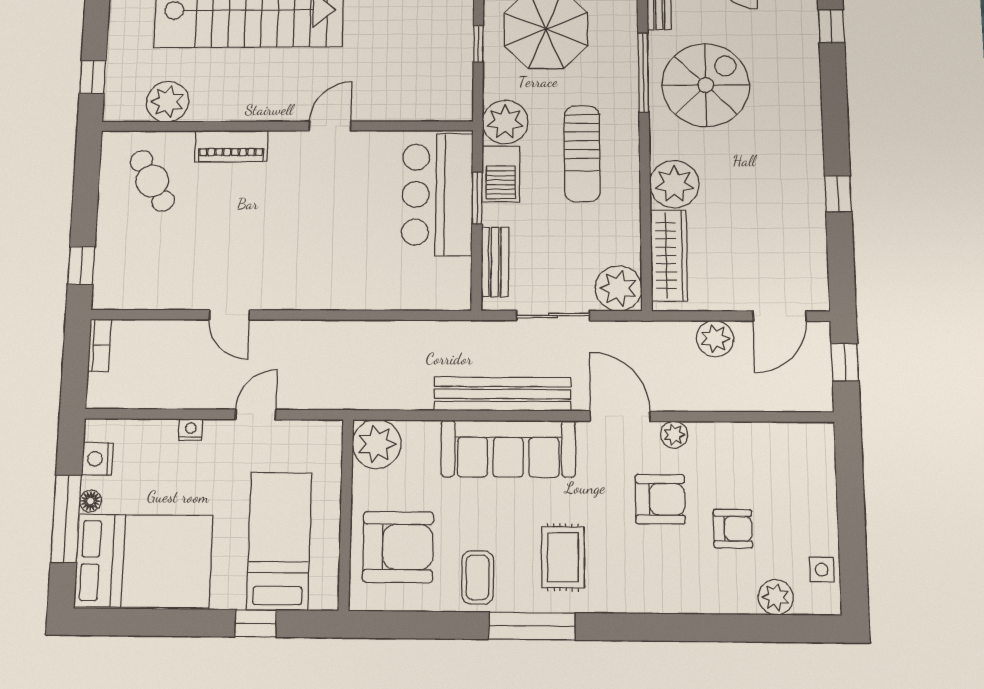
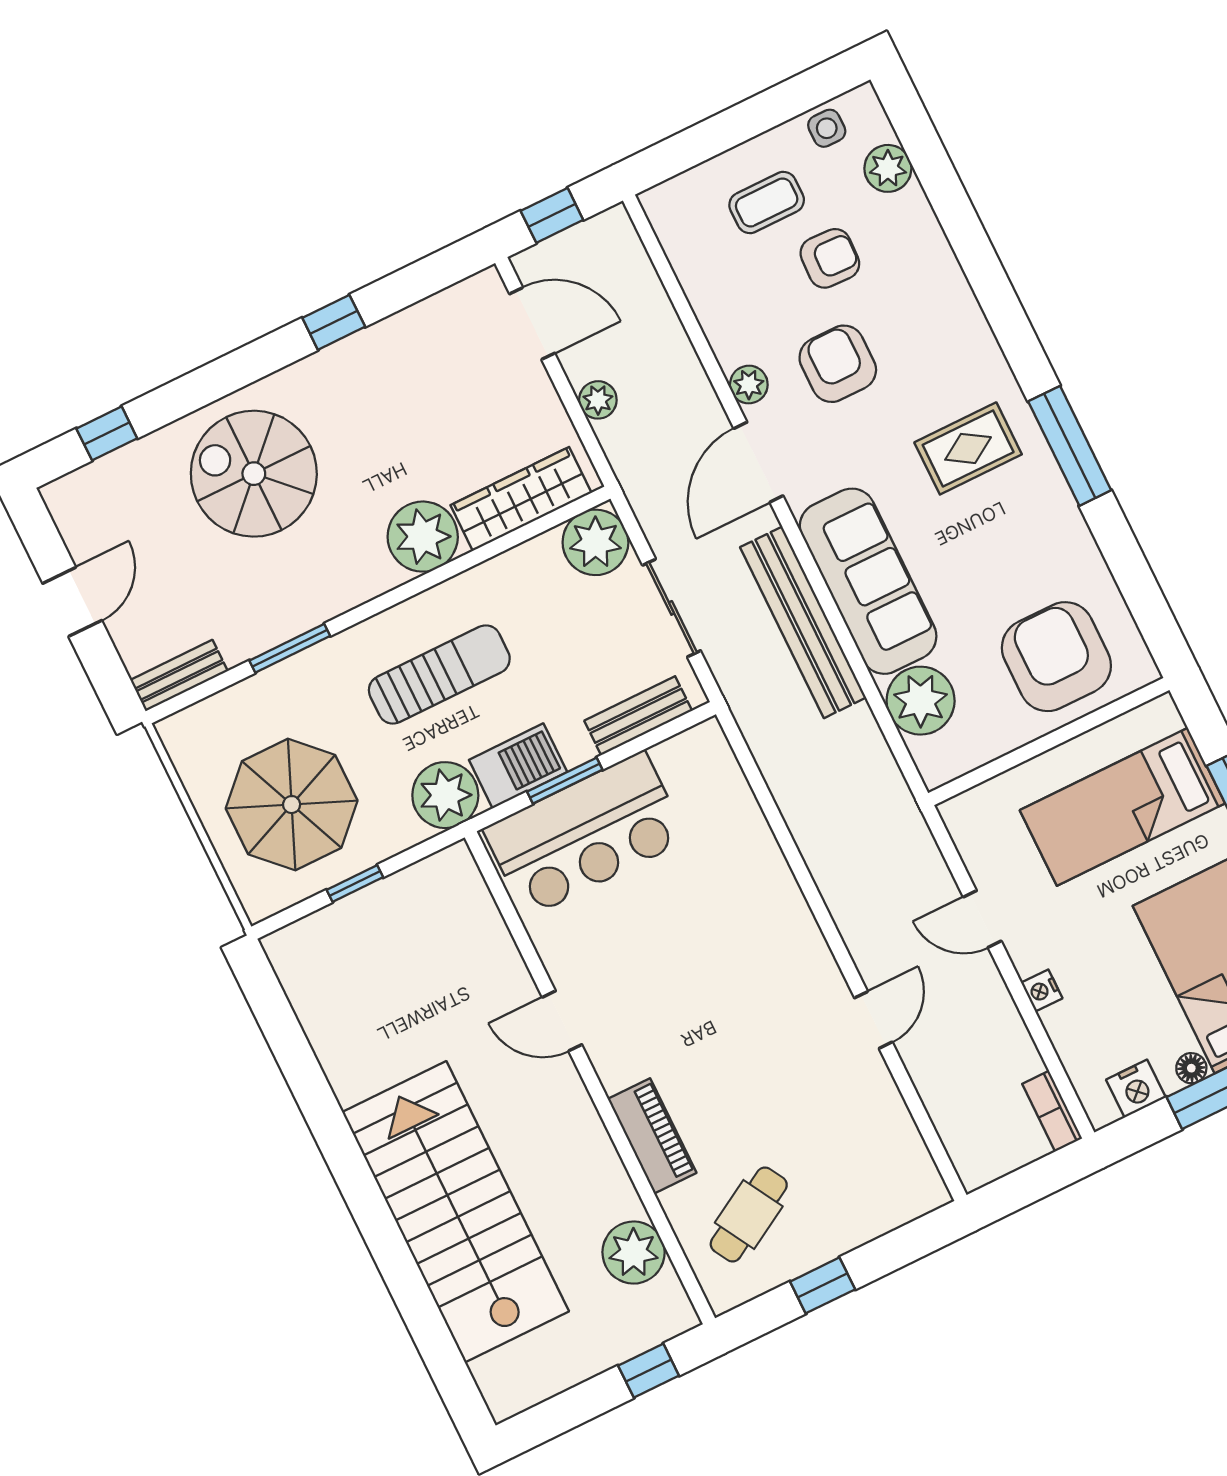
window: (643, 72) -> (290, 648), width x0.69
spiral stairs: (706, 85) -> (254, 474), moved
window: (81, 266) -> (823, 1285), moved
plant: (715, 339) -> (598, 400), width x0.73, depth x0.73
bookcase: (99, 345) -> (1052, 1111), moved, turned -90
plant: (377, 444) -> (921, 701), moved
armchair: (733, 529) -> (830, 258), turned 92
coffee table: (478, 577) -> (767, 202), moved

